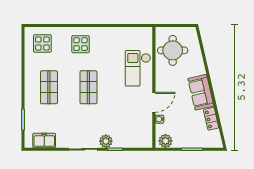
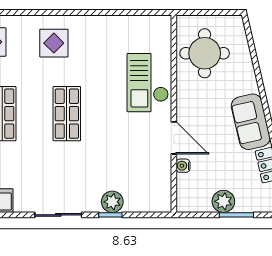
door: (154, 102) -> (174, 138), hinge flipped
plant: (106, 141) -> (112, 202), moved
plant: (165, 141) -> (223, 201), moved

